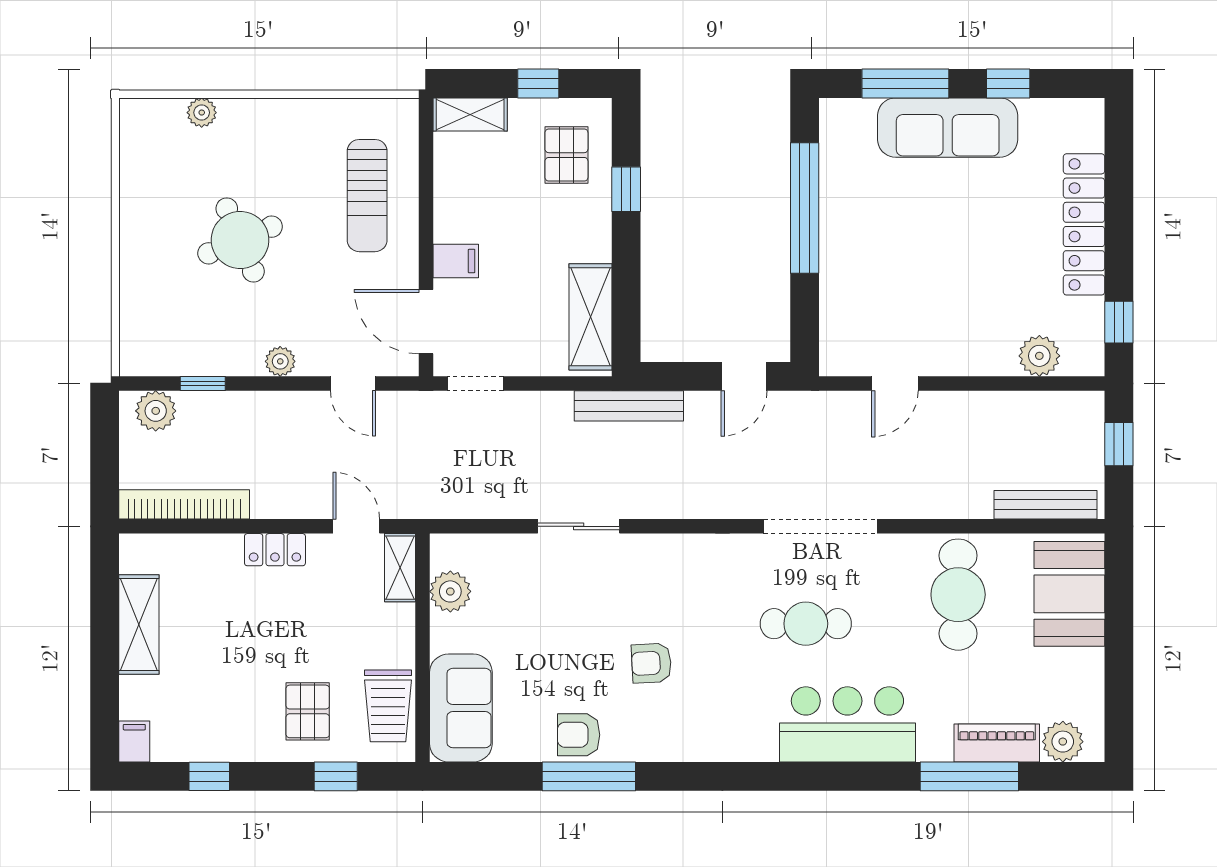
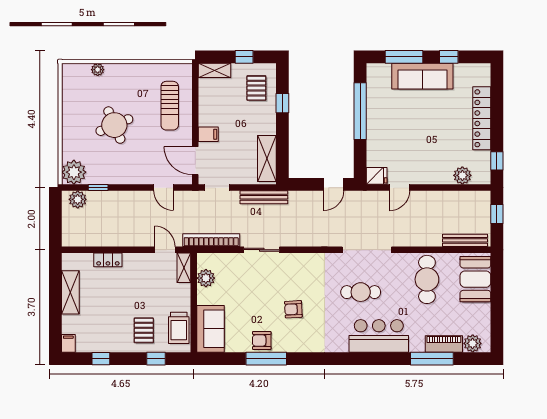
fridge: (842, 357) -> (377, 176), added
plant: (280, 361) -> (74, 172), moved, width x1.88, depth x1.88
bench: (629, 406) -> (264, 197), moved
bookcase: (184, 504) -> (211, 240), moved
locker: (275, 550) -> (108, 260), moved

